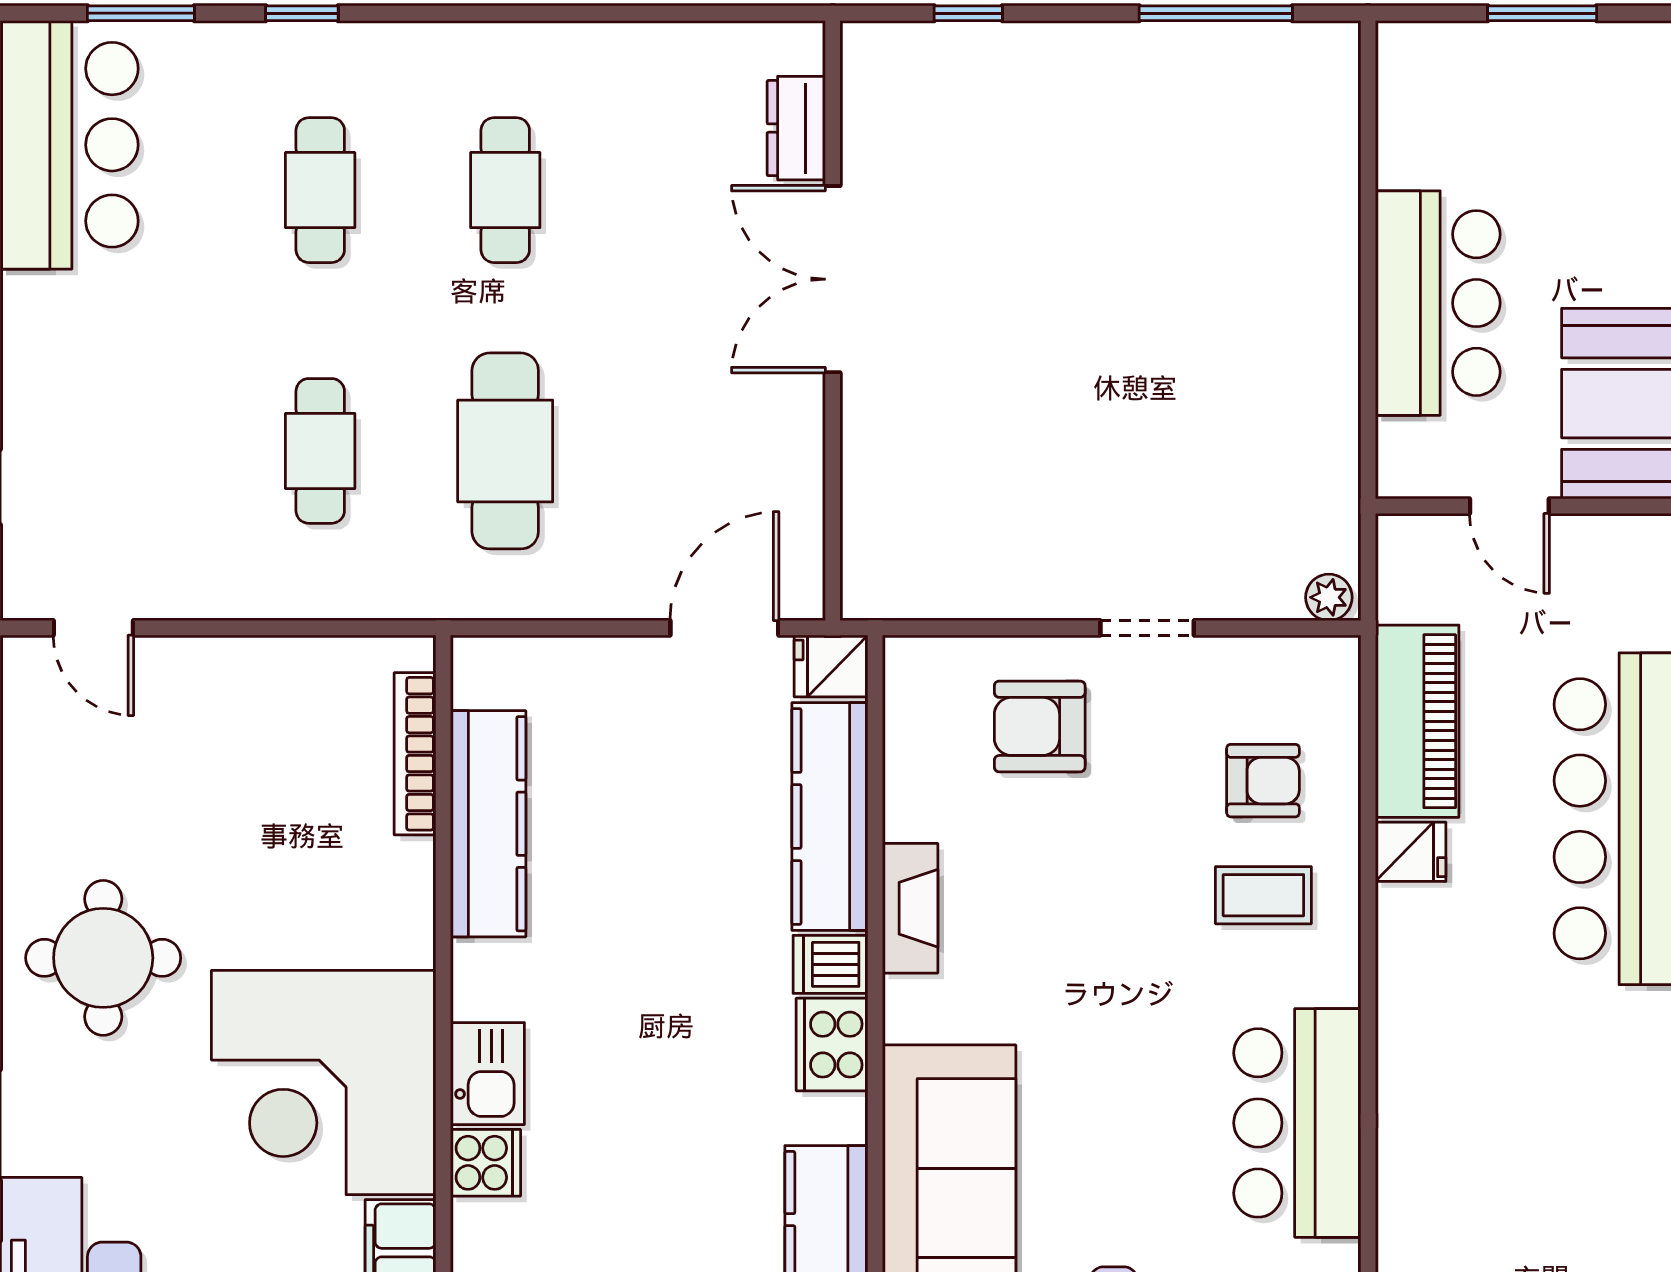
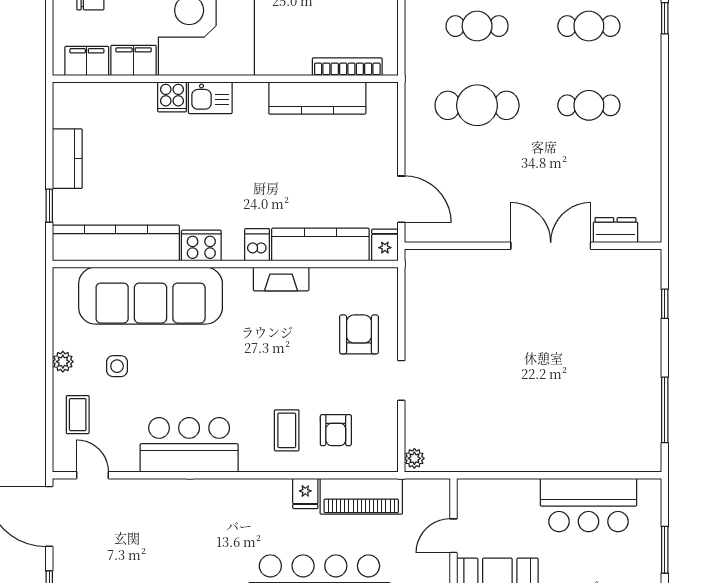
bar counter: (1438, 303) -> (588, 505), moved
cooker: (832, 1045) -> (201, 245), moved

